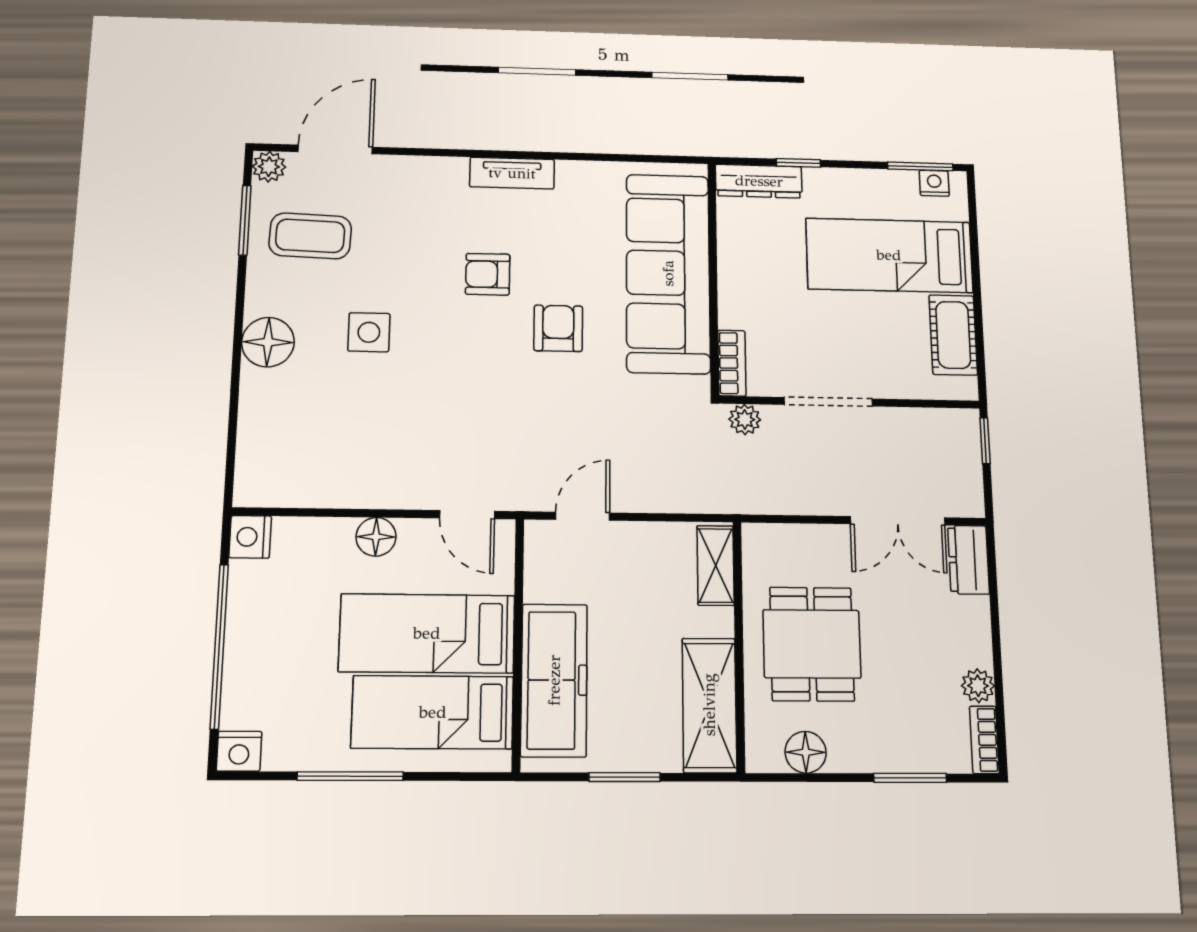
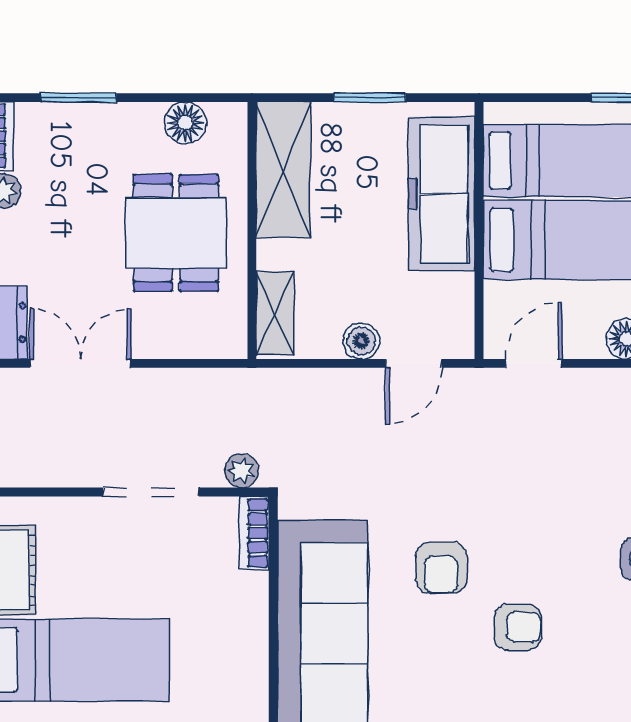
door: (467, 515) -> (534, 363), hinge flipped
boiler: (633, 538) -> (361, 341), added

